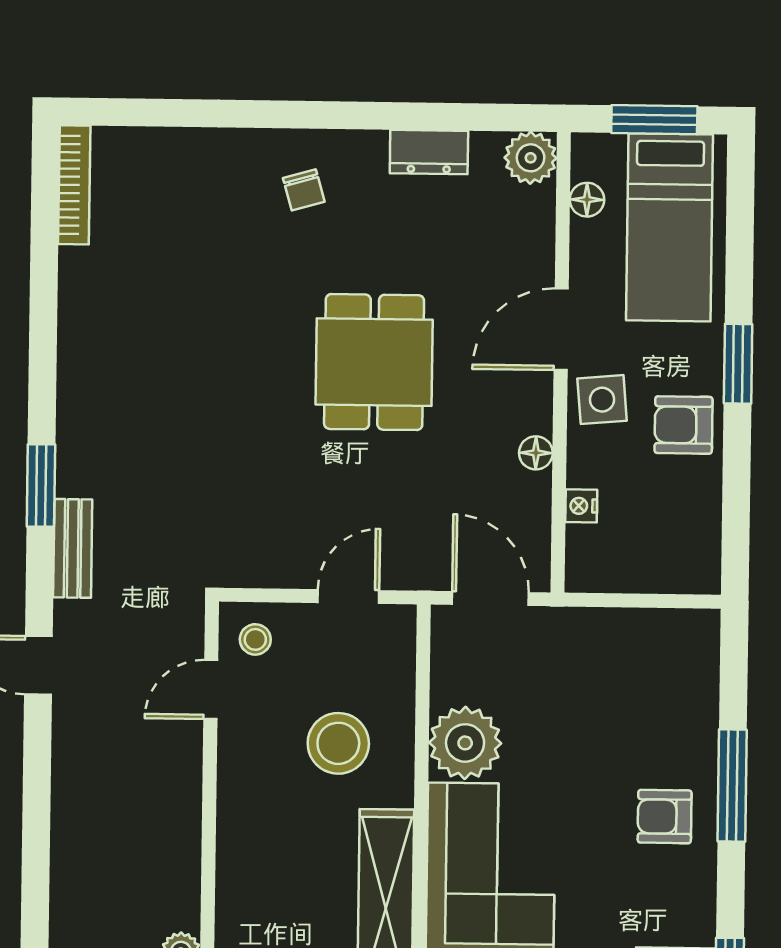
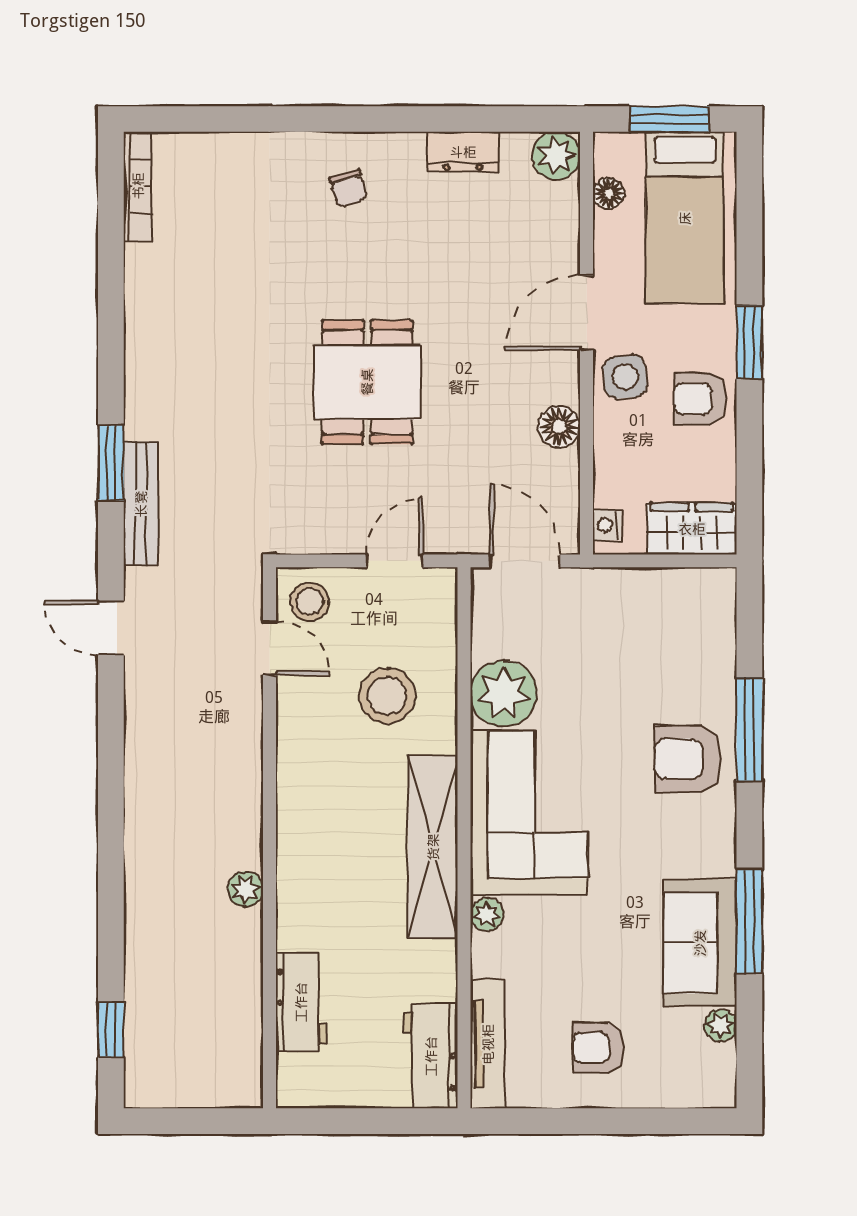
dining table: (374, 362) -> (367, 382), moved
floor lamp: (536, 453) -> (559, 427), width x1.37, depth x1.37
nightstand: (581, 506) -> (607, 525), moved
bench: (73, 548) -> (141, 504), width x1.36
wardrobe: (673, 566) -> (692, 529), added
stool: (255, 639) -> (310, 601), width x1.37, depth x1.37
door: (211, 690) -> (269, 648), swing flipped
armchair: (665, 817) -> (688, 759), width x1.38, depth x1.38

